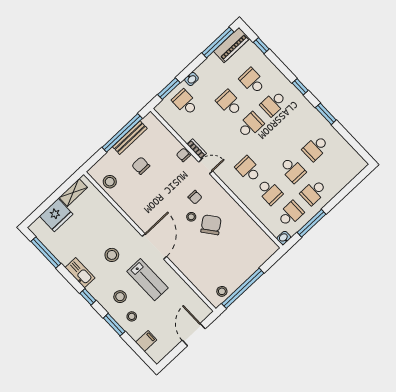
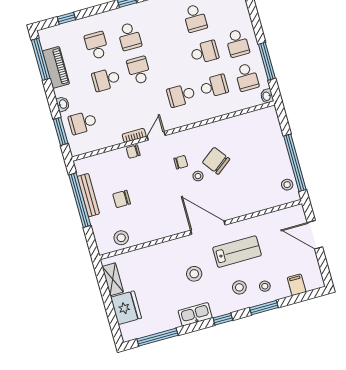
piano: (232, 45) -> (56, 67), moved
school desk: (252, 81) -> (97, 46), turned 90
school desk: (291, 214) -> (247, 77), turned 180

